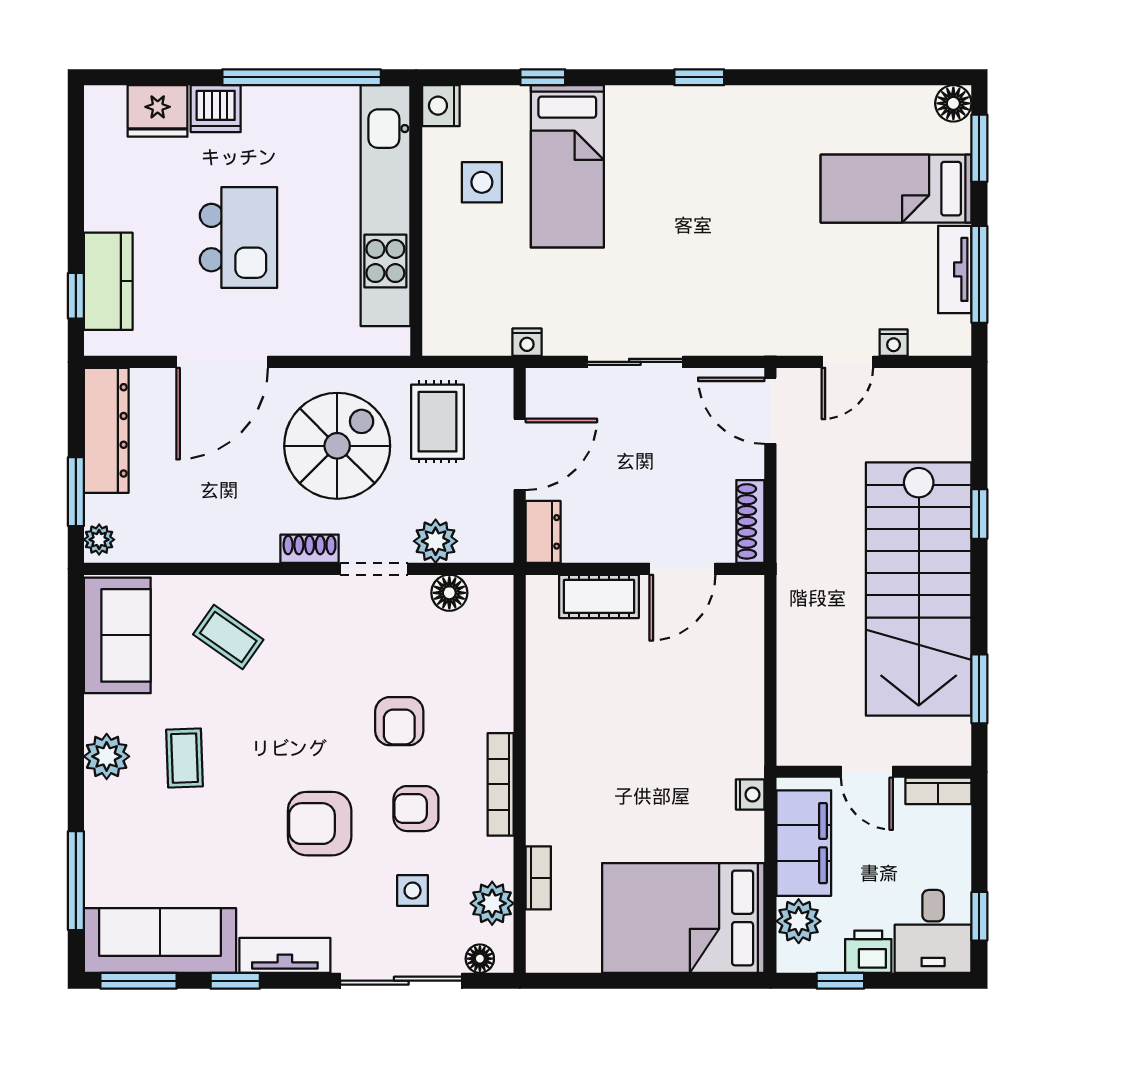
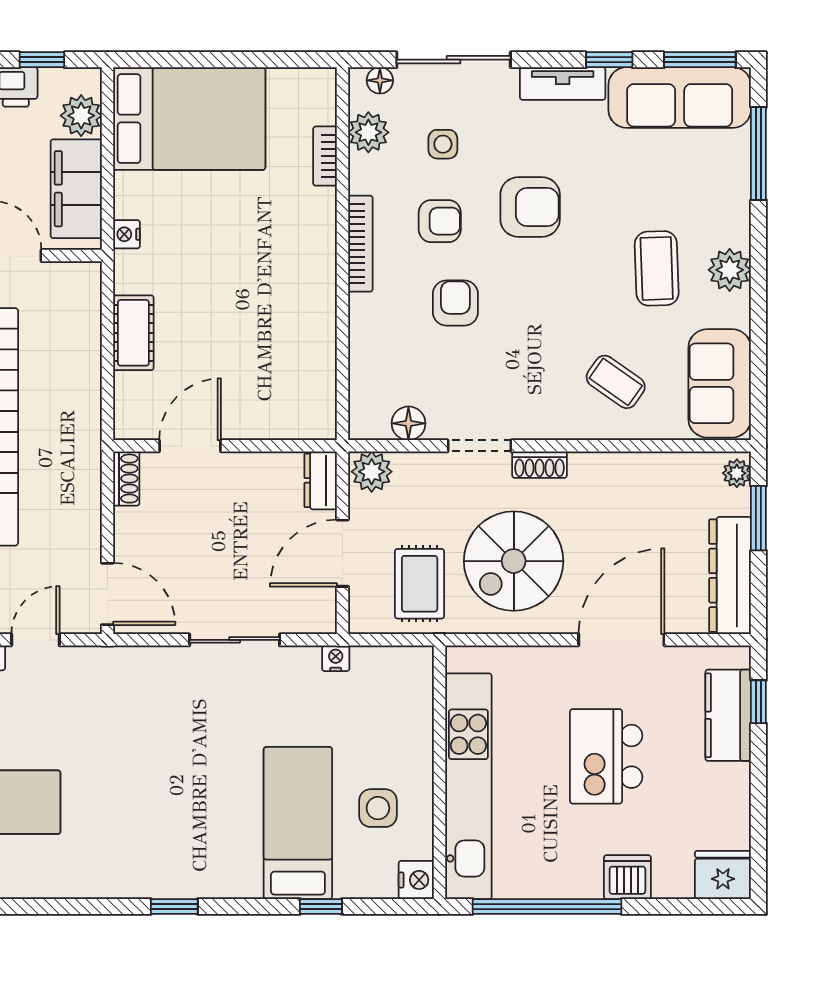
fridge: (158, 111) -> (723, 875), moved
shoe rack: (750, 521) -> (126, 479), width x0.70
plant: (436, 541) -> (372, 472), moved
cot: (599, 596) -> (133, 333), moved, turned 90
coffee table: (185, 758) -> (657, 268), width x1.36, depth x1.30

